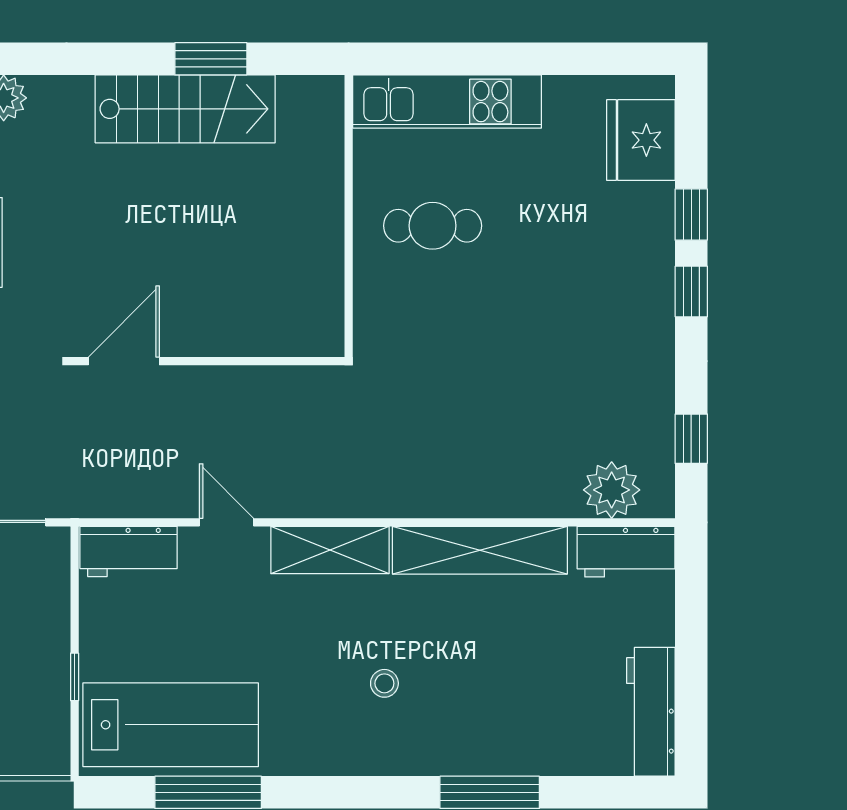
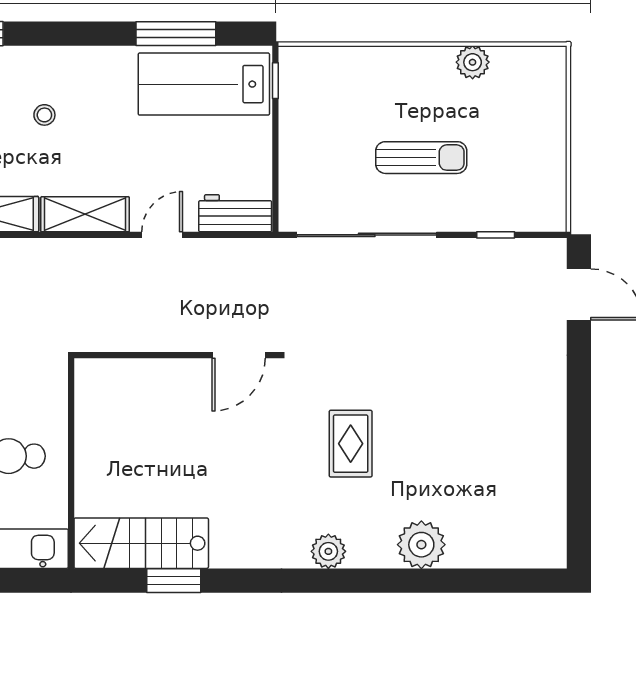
stairs: (185, 109) -> (141, 543), moved
door: (227, 522) -> (162, 235), swing flipped
window: (75, 677) -> (275, 81), moved

